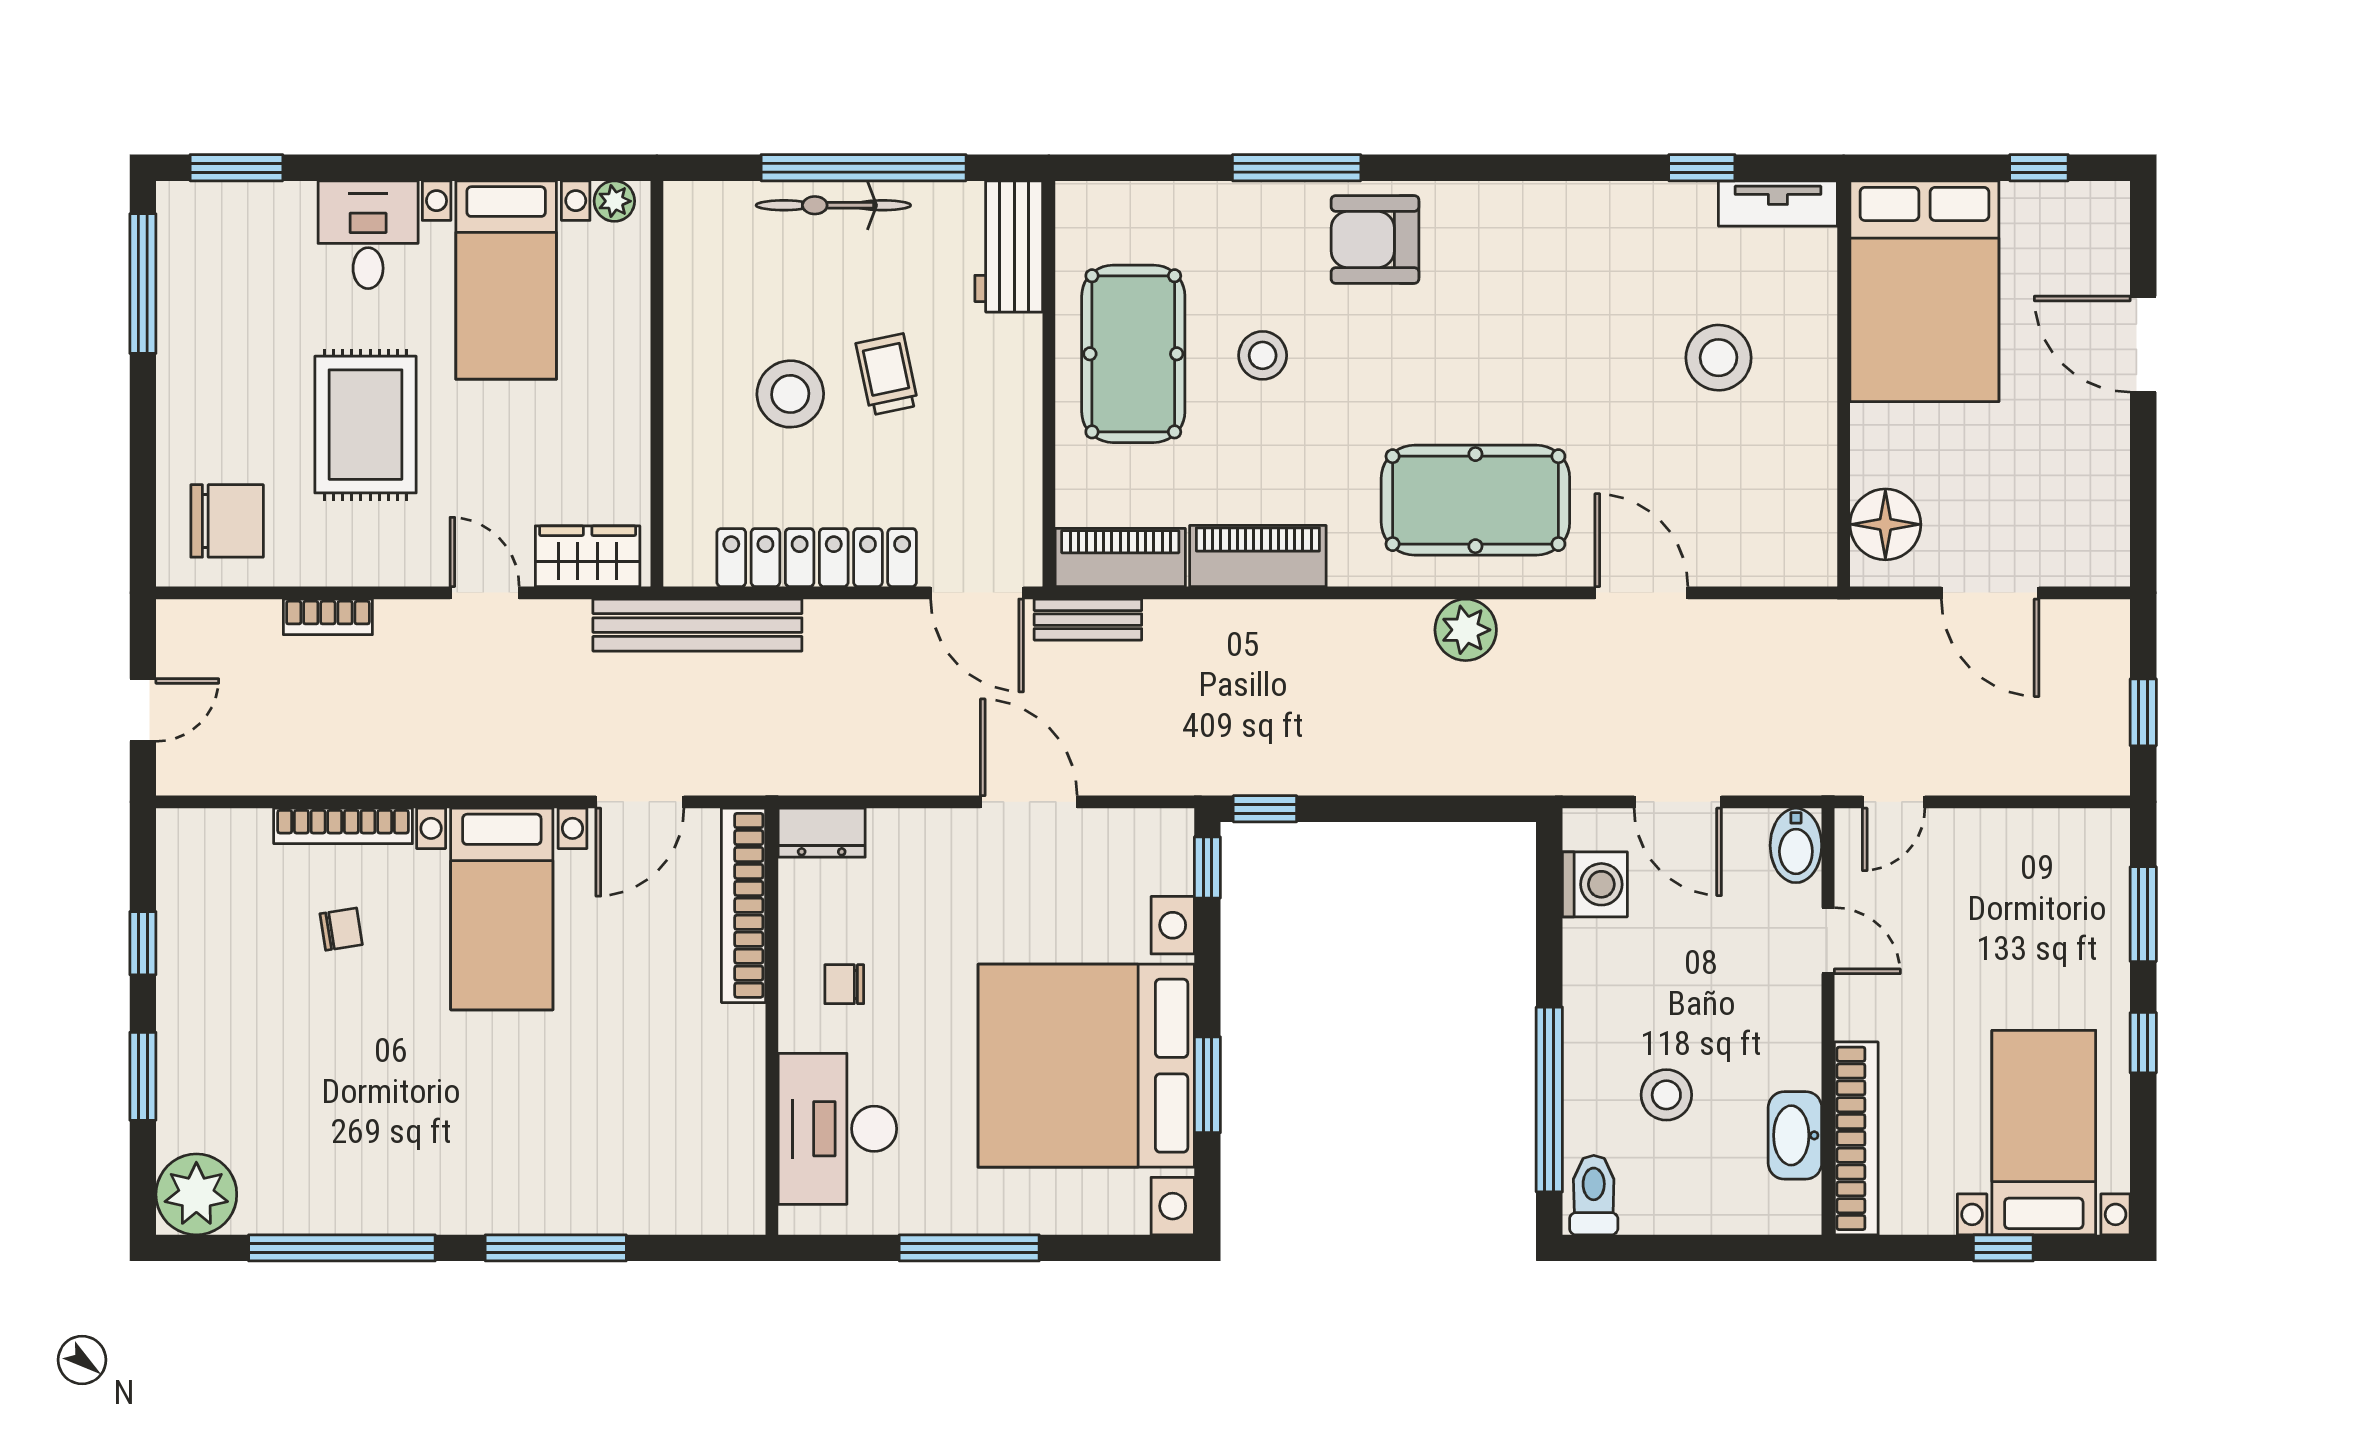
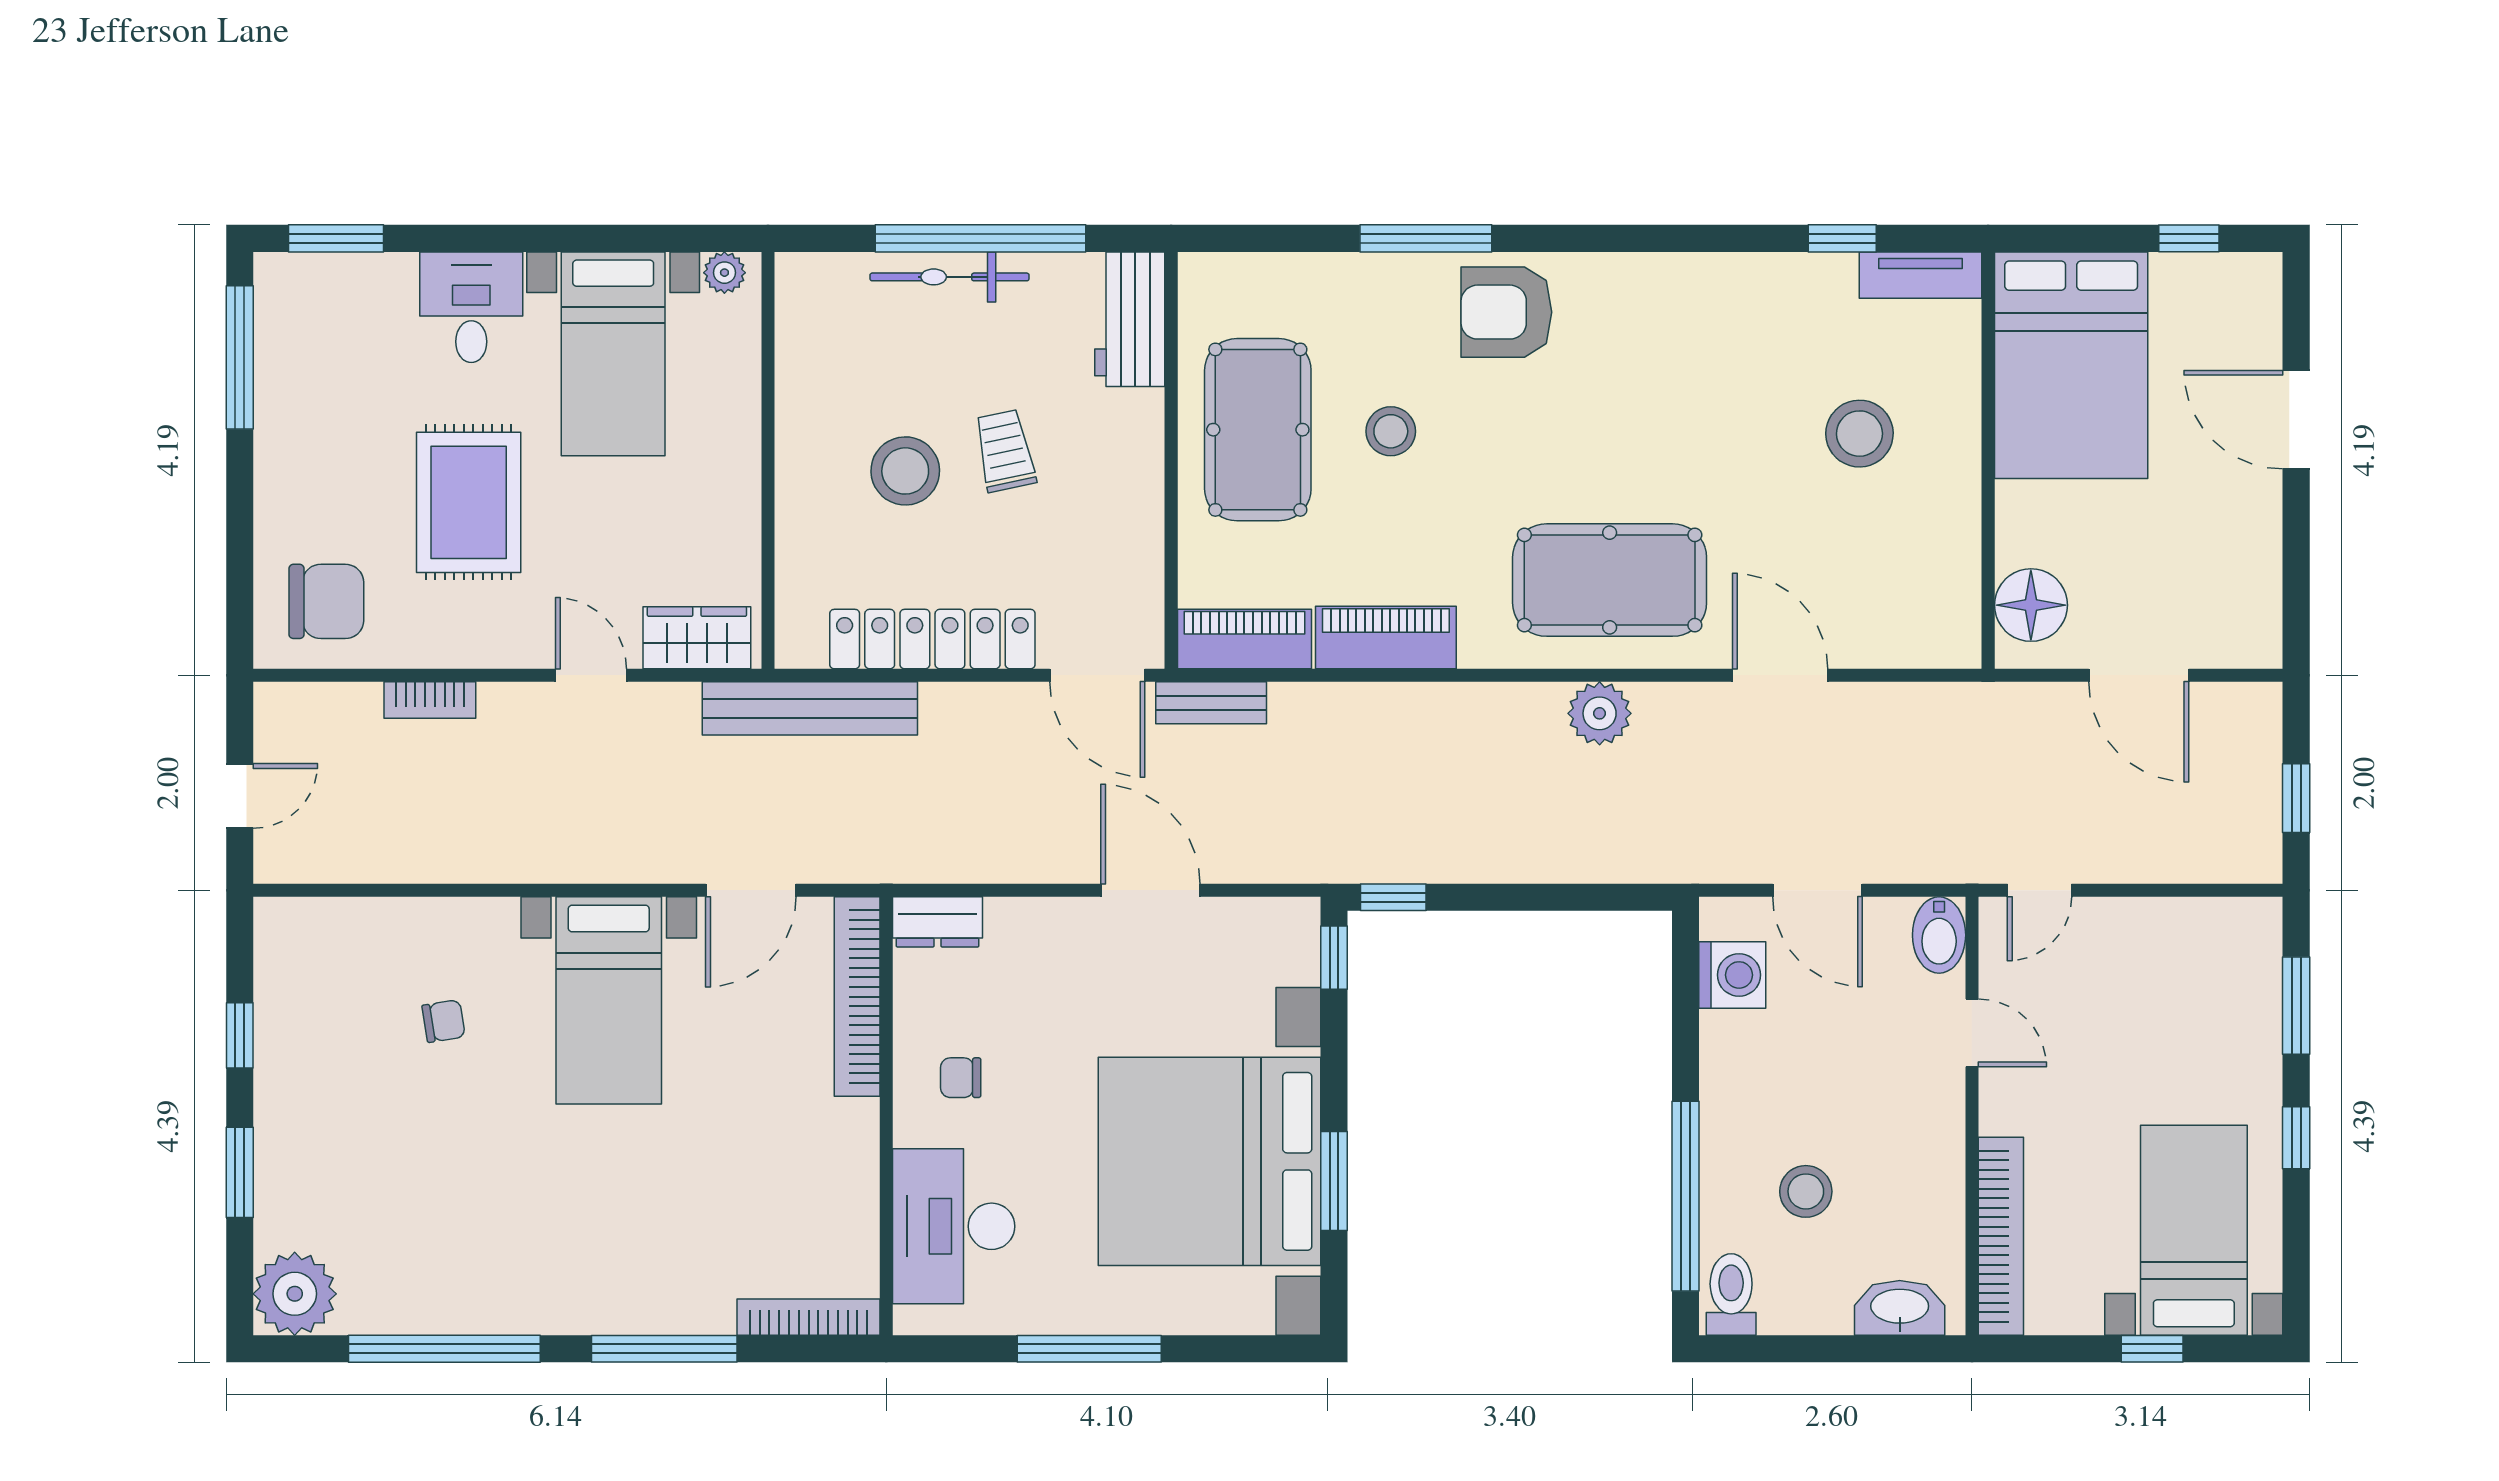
bookcase: (343, 826) -> (809, 1317), moved, turned 180
washbasin: (1795, 1135) -> (1900, 1308), moved, turned 90

